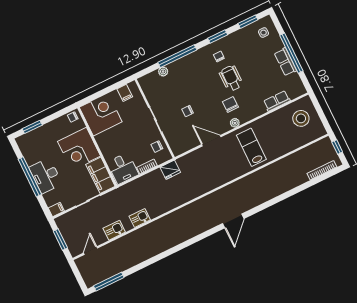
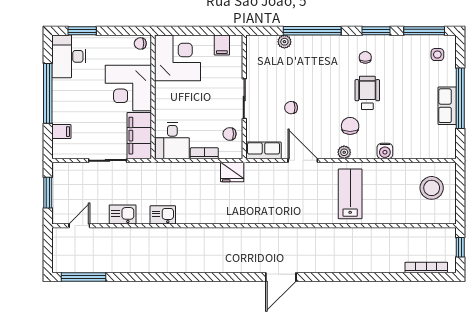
window: (248, 22) -> (424, 31), width x1.44
row of seats: (277, 101) -> (263, 150), moved
water cooler: (260, 110) -> (385, 151), added
desk: (46, 176) -> (69, 56), moved
filing cabinet: (56, 209) -> (61, 132), moved

